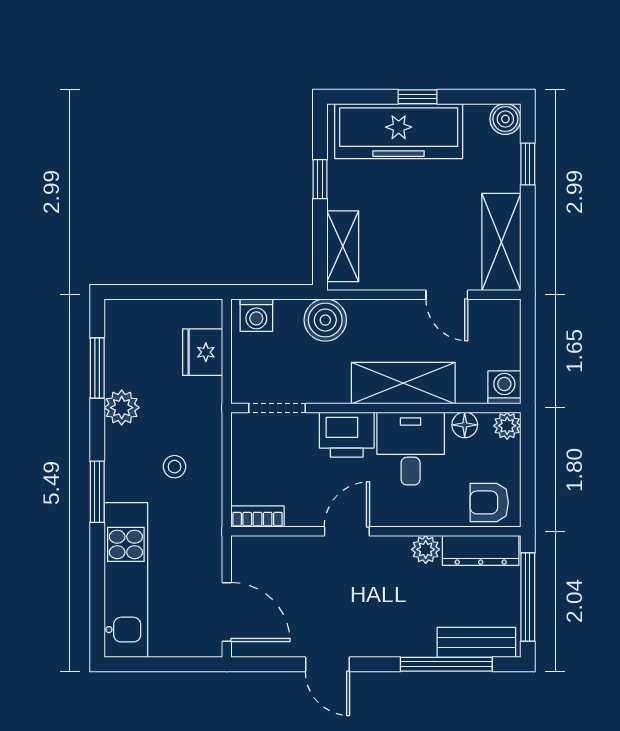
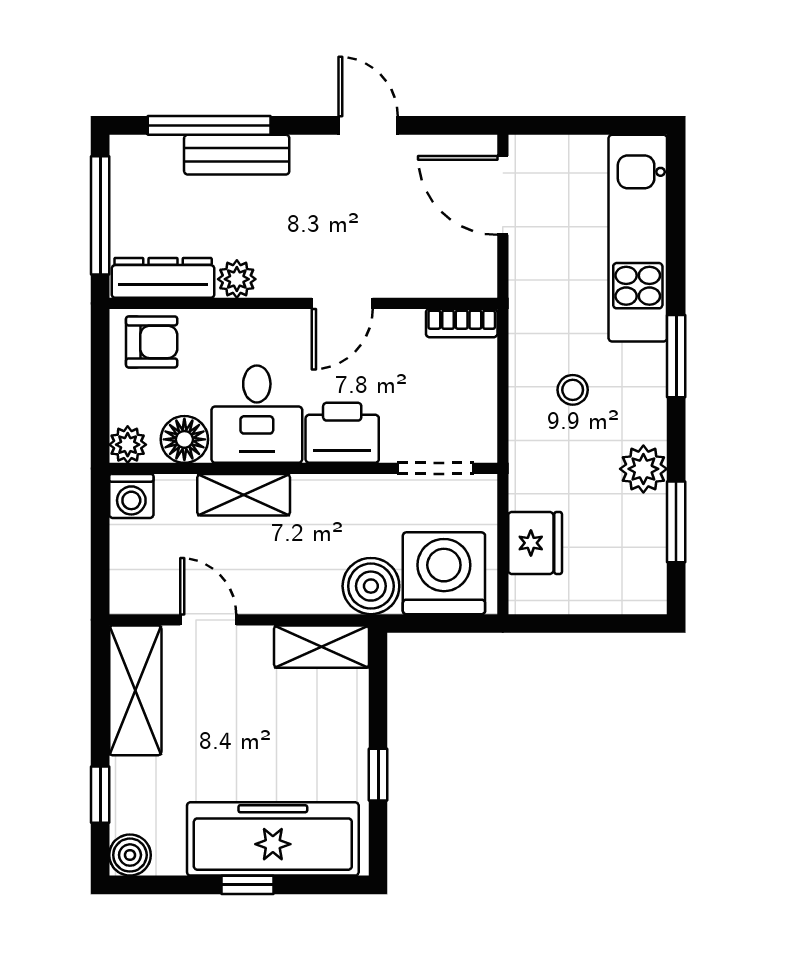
shelving: (343, 246) -> (321, 647), moved, turned 90
washing machine: (256, 315) -> (444, 573), width x1.89, depth x1.89
shelving: (403, 383) -> (244, 495), width x0.67, depth x0.75
floor lamp: (465, 425) -> (184, 439), width x1.37, depth x1.37
bench: (476, 642) -> (237, 155), moved

